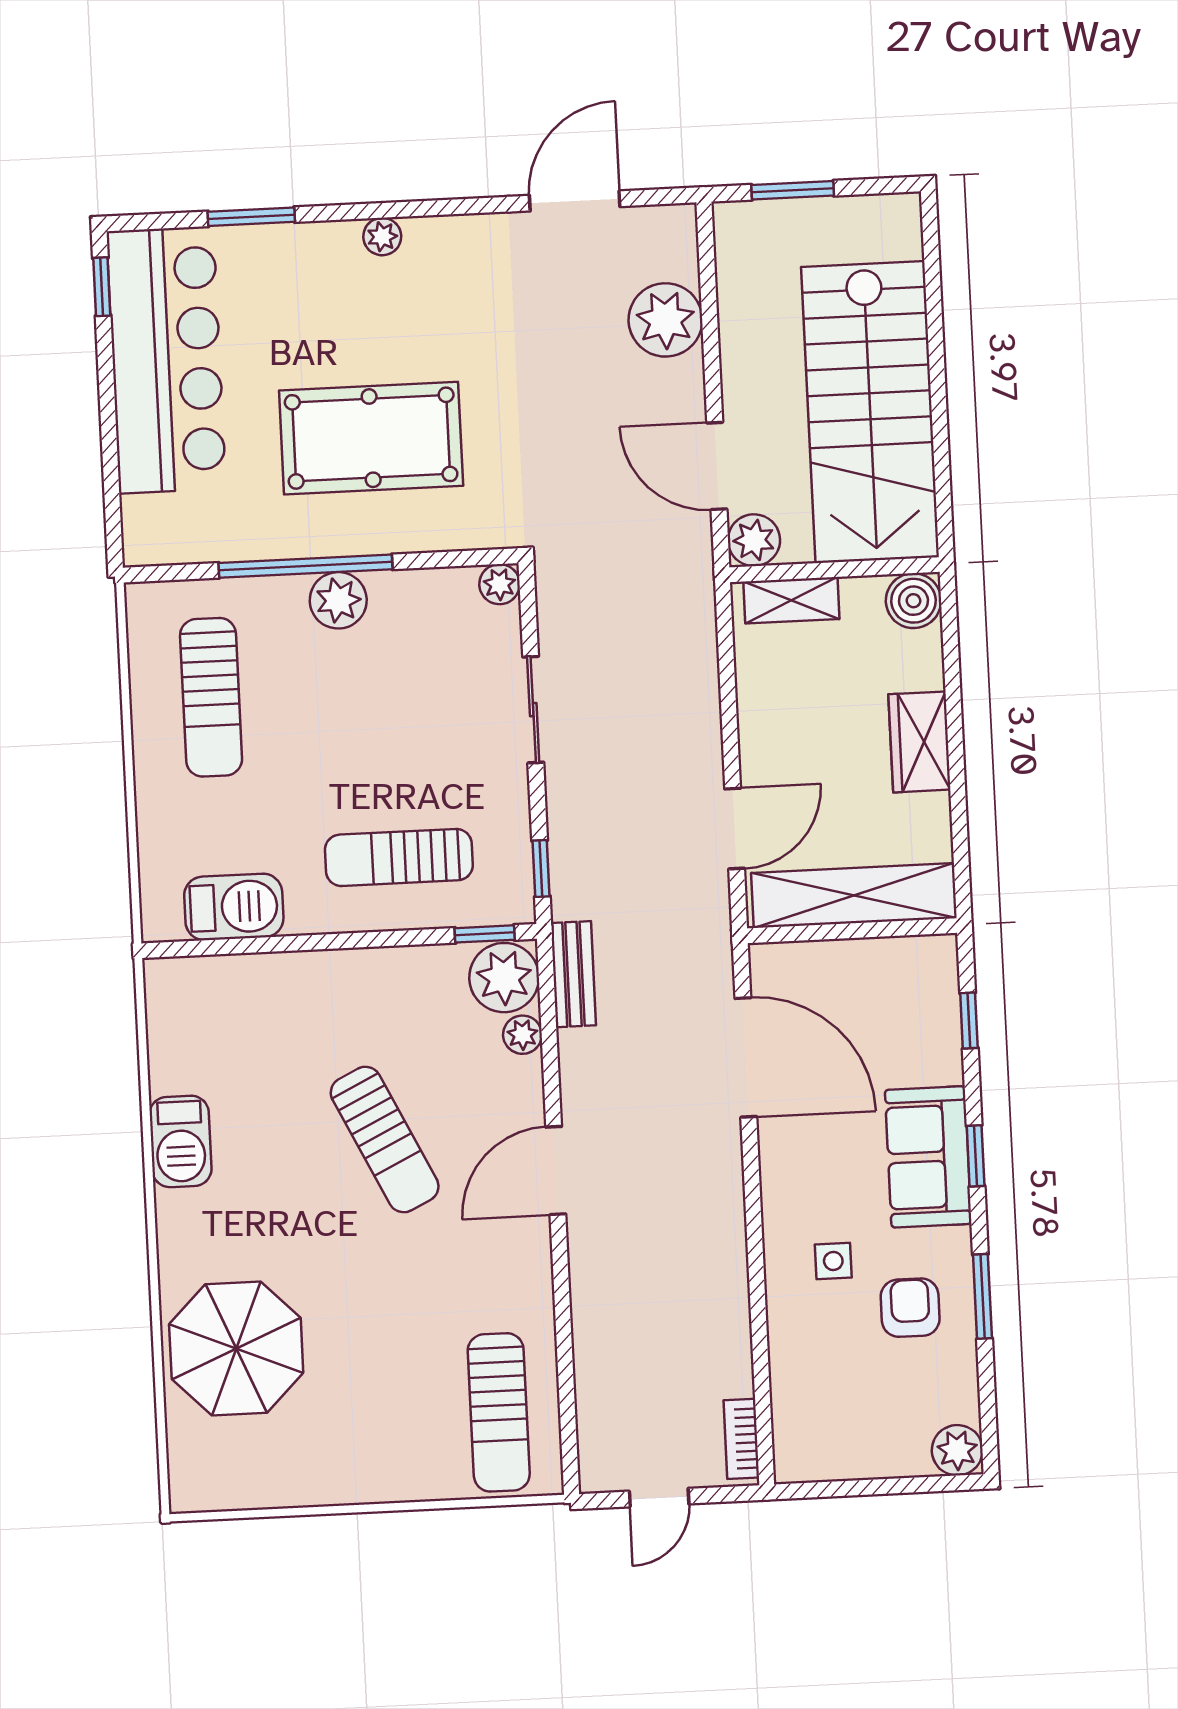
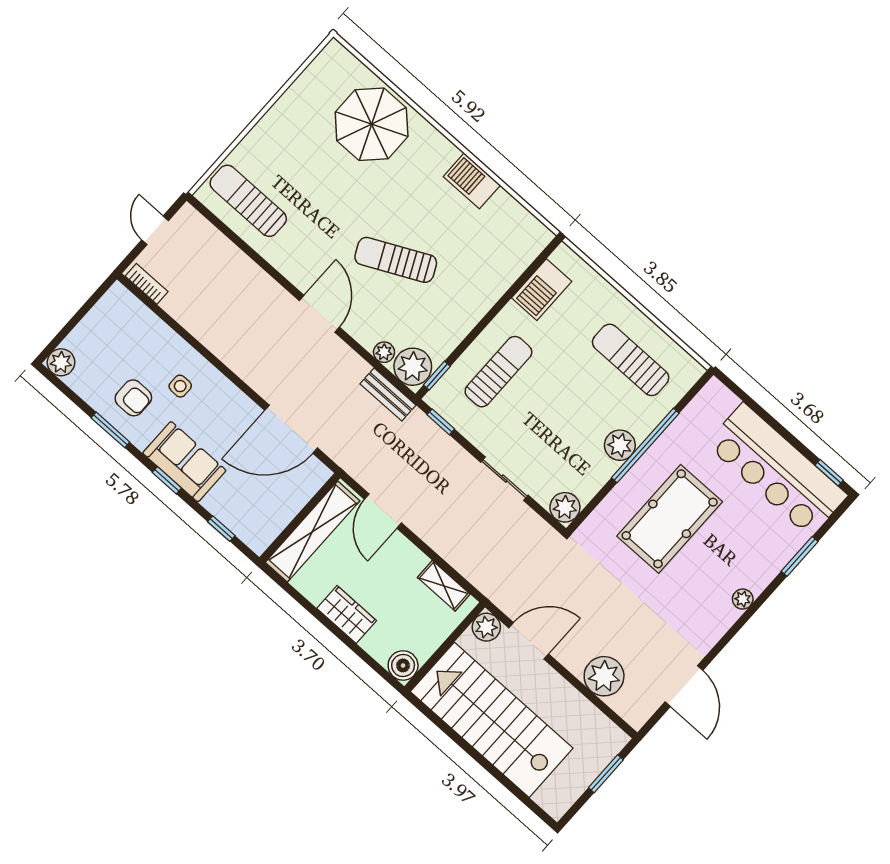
plant: (500, 584) -> (565, 507), width x1.38, depth x1.38
shelving: (791, 600) -> (444, 586), moved, turned 90

